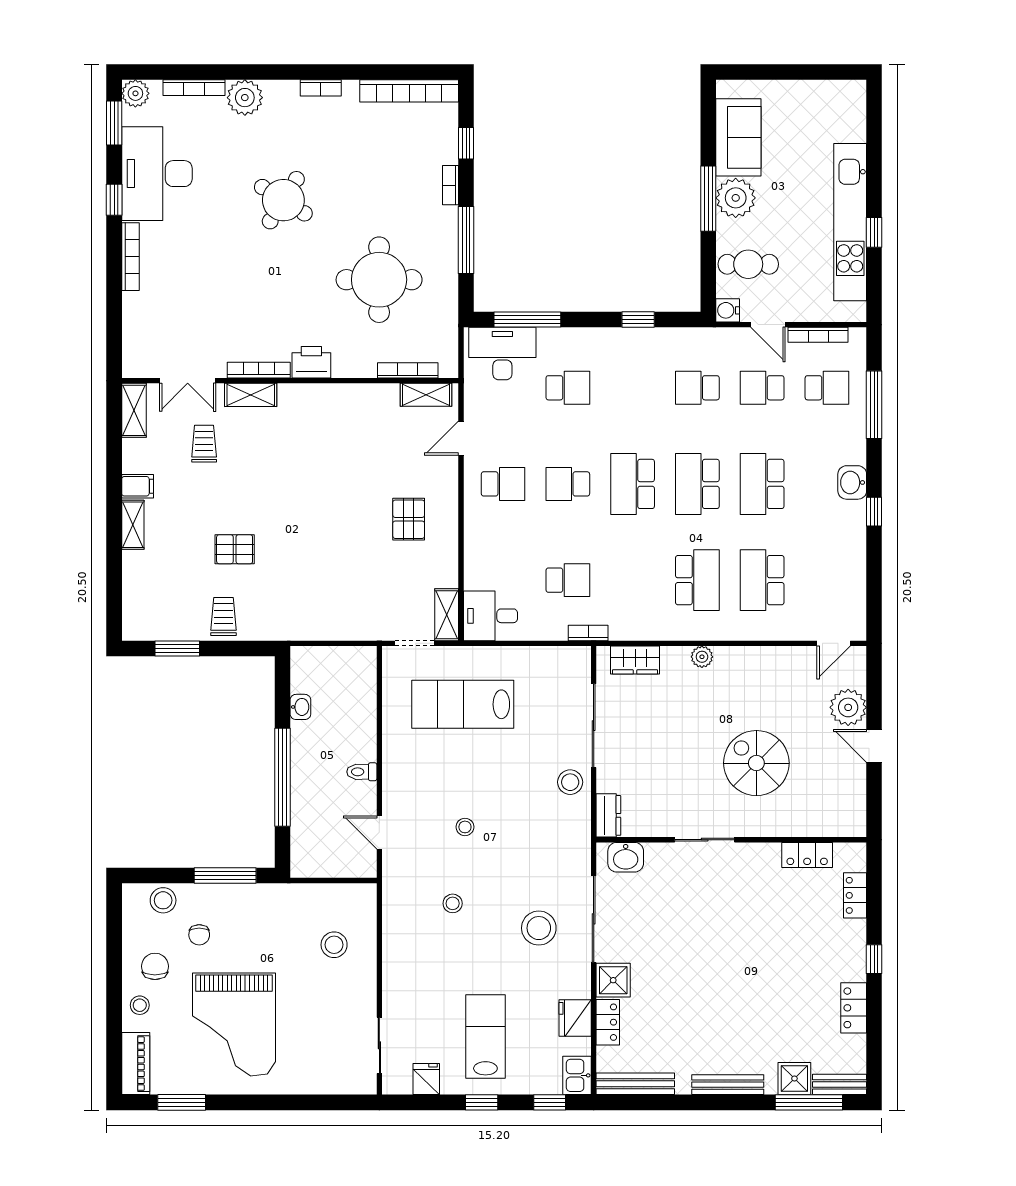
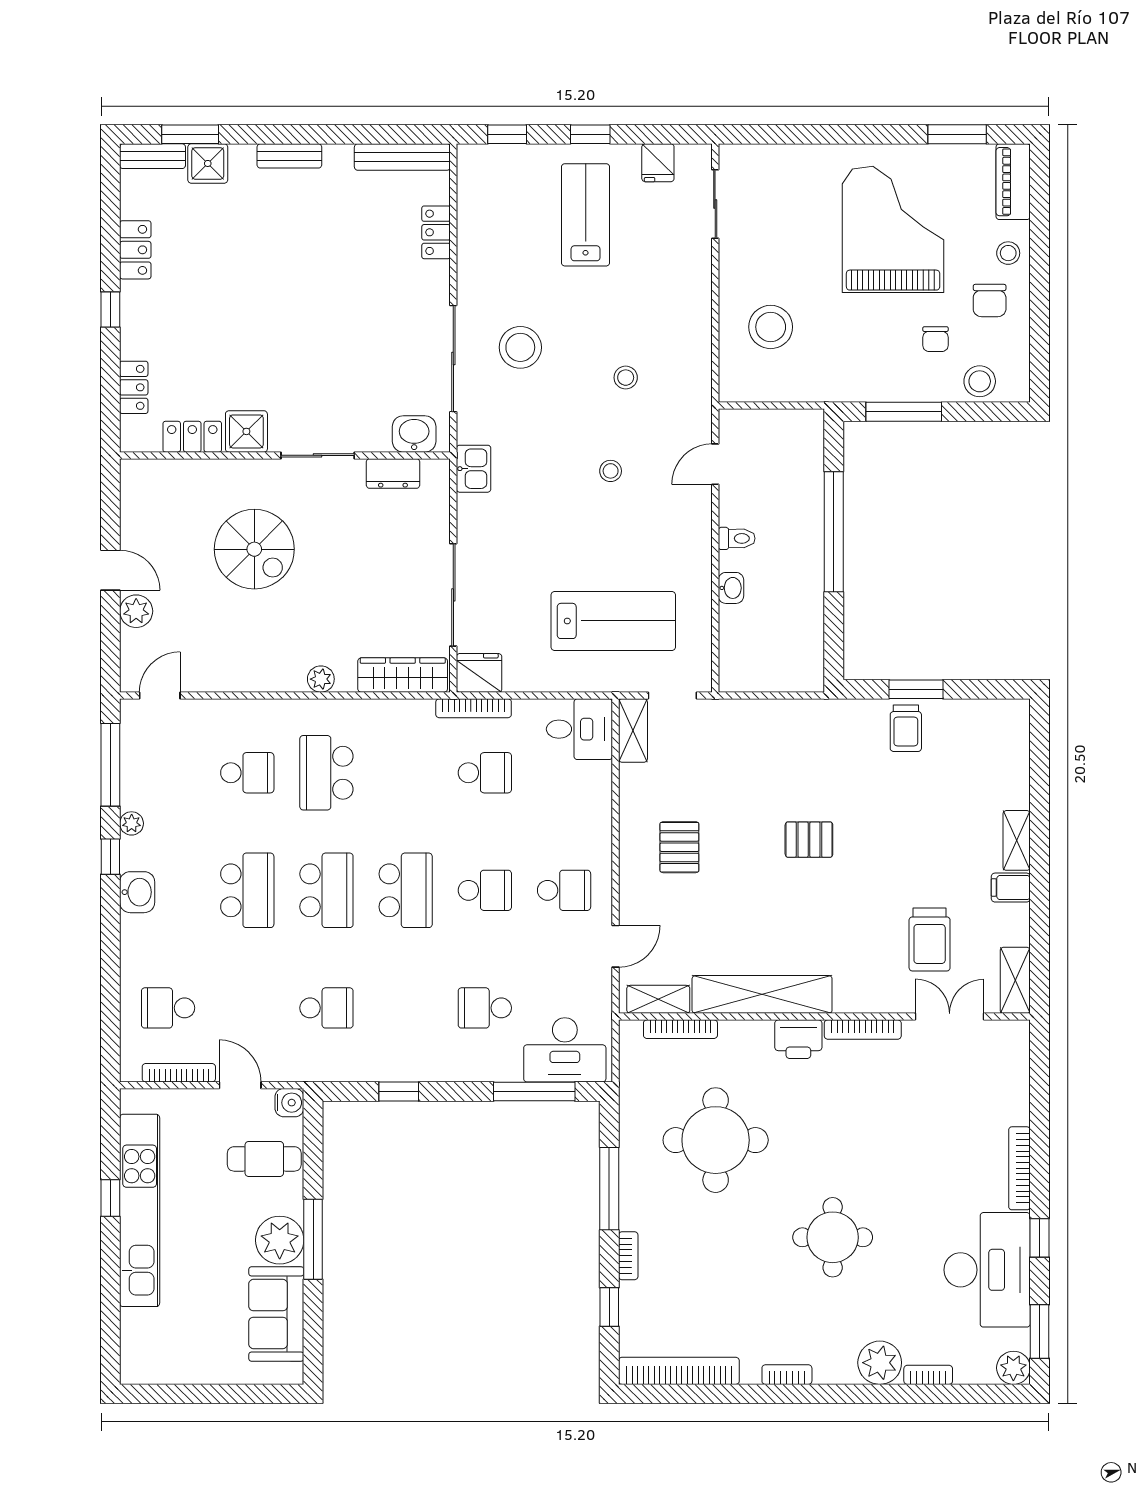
bookcase: (194, 88) -> (928, 1375), width x0.64
round table: (283, 200) -> (833, 1237), turned -32
school desk: (762, 388) -> (247, 1008), removed
shelving: (251, 395) -> (762, 994), moved, width x2.20, depth x1.33
window: (874, 405) -> (110, 765), moved
trolley: (204, 444) -> (930, 940), width x1.36, depth x1.39
school desk: (503, 484) -> (564, 890), turned 180
plant: (857, 539) -> (132, 823), added
pallet: (235, 549) -> (809, 840), moved
school desk: (568, 580) -> (485, 773), turned 180
school desk: (762, 580) -> (247, 773), width x0.54
bookcase: (588, 633) -> (474, 708), width x1.56
window: (177, 648) -> (916, 689), moved
wardrobe: (635, 660) -> (403, 675), width x1.50
washbasin: (300, 707) -> (731, 588), moved, turned 180
plant: (848, 707) -> (136, 611), width x0.73, depth x0.73
stool: (570, 782) -> (482, 526), removed
dresser: (608, 815) -> (393, 473), moved, turned -90
door: (379, 833) -> (715, 464), swing flipped
chair: (199, 935) -> (935, 339), turned 180
stool: (334, 945) -> (771, 327), width x1.38, depth x1.38
shower: (613, 980) -> (246, 431), moved
fridge: (575, 1018) -> (479, 673), moved, turned -90
lab bench: (485, 1036) -> (586, 215), turned 180
kitchen sink: (577, 1075) -> (474, 469), moved
bench: (728, 1085) -> (289, 156), width x0.73
window: (809, 1102) -> (190, 134), width x0.69

